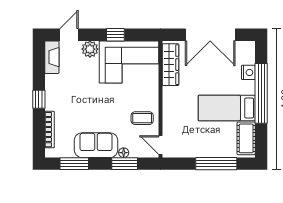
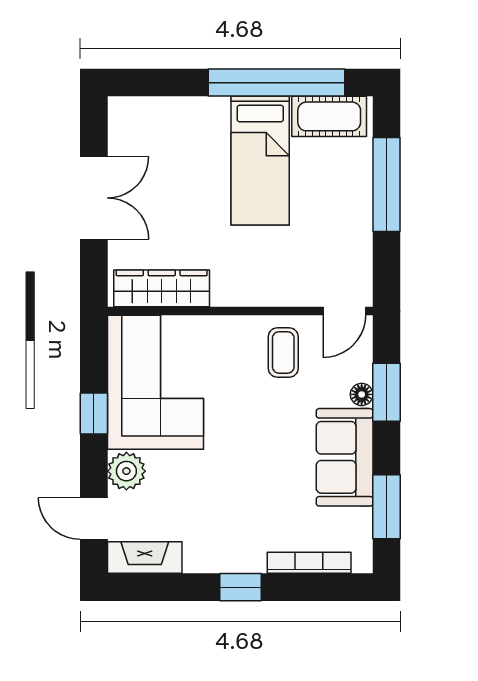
double door: (210, 35) -> (94, 198), width x0.73
nightstand: (248, 72) -> (179, 111), removed
window: (261, 93) -> (276, 83), moved

